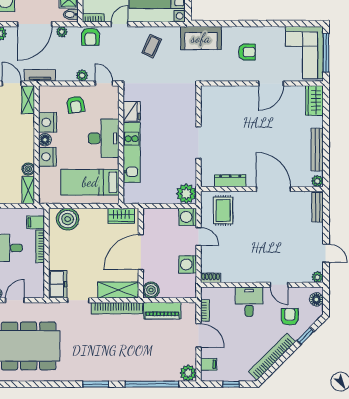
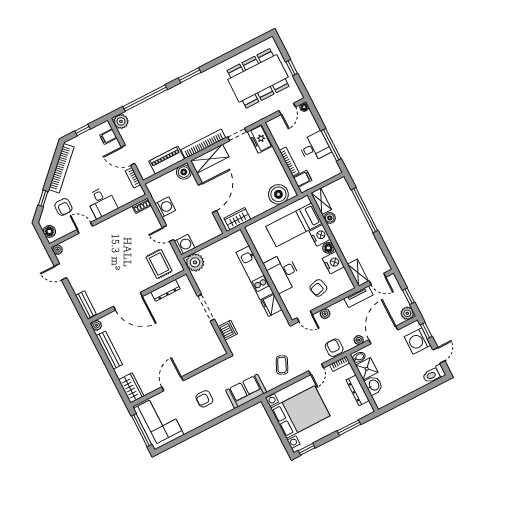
armchair: (76, 105) -> (318, 288), turned -97
dishwasher: (188, 109) -> (228, 330), added
bed: (90, 182) -> (294, 225), moved, turned 180

